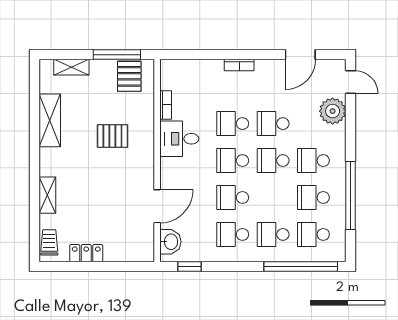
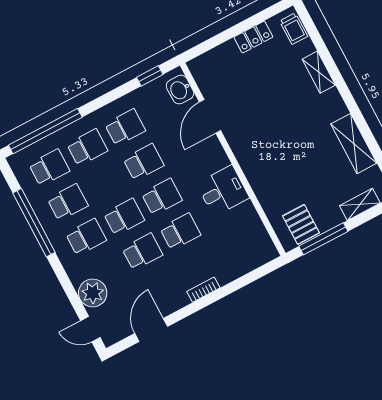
bookcase: (166, 105) -> (252, 216), removed
pallet: (112, 136) -> (287, 160), removed

